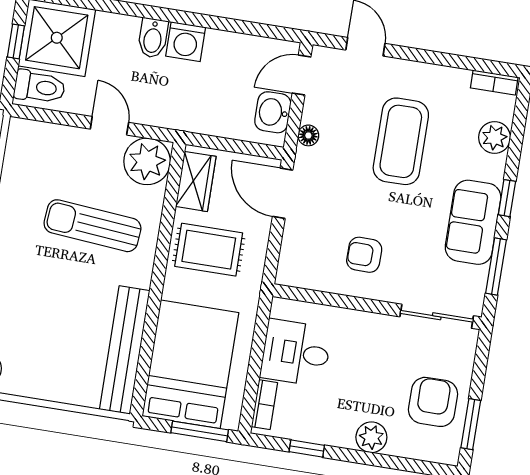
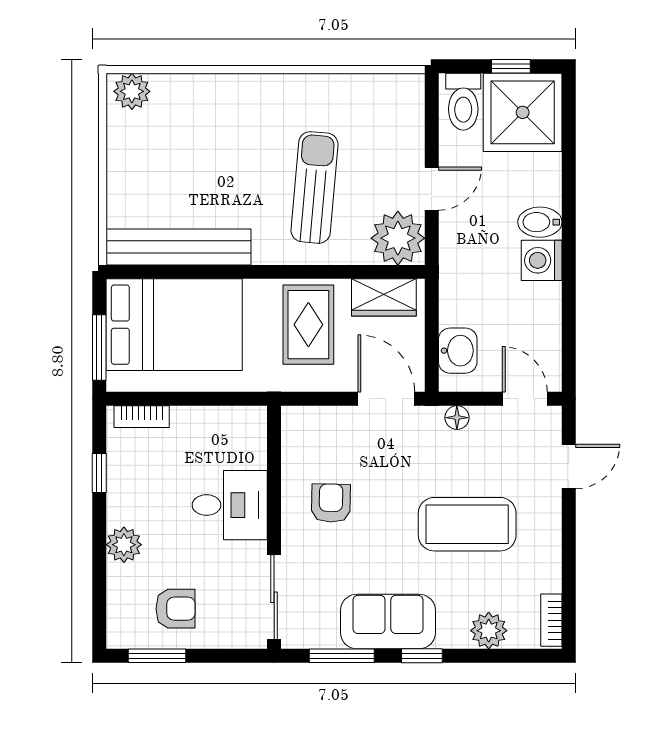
washbasin: (273, 112) -> (458, 351), moved, turned 90
door: (283, 193) -> (386, 399), hinge flipped
desk: (296, 353) -> (230, 505), moved, turned 90
armchair: (433, 402) -> (176, 609), width x0.72, depth x0.72

